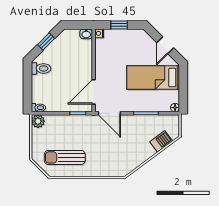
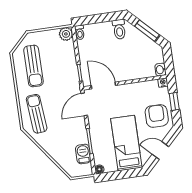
window: (46, 42) -> (147, 31), width x1.50
armchair: (131, 44) -> (157, 116), added
barbecue: (161, 141) -> (83, 154), moved, turned -143
sun lounger: (65, 157) -> (33, 66), turned 180
sun lounger: (112, 161) -> (37, 114), added

